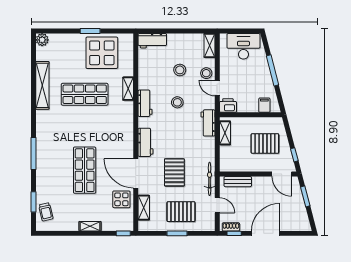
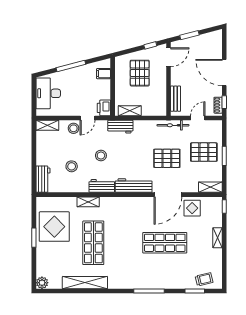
stool: (180, 70) -> (72, 166), moved
workbench: (145, 142) -> (134, 186), width x1.38
shelving: (144, 208) -> (210, 187), moved
pallet: (181, 212) -> (204, 152), turned 90

